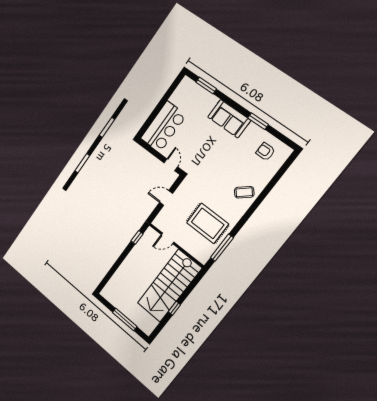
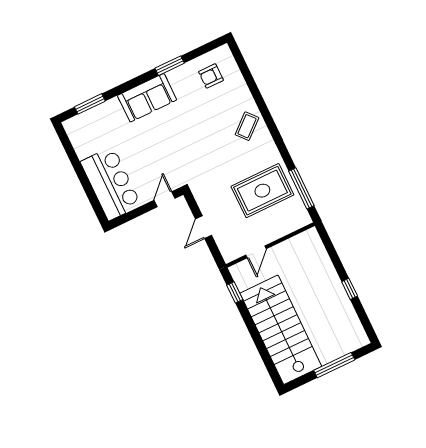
door: (171, 165) -> (165, 199), hinge flipped
stairs: (169, 286) -> (281, 330), moved, turned 180

